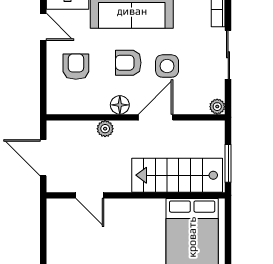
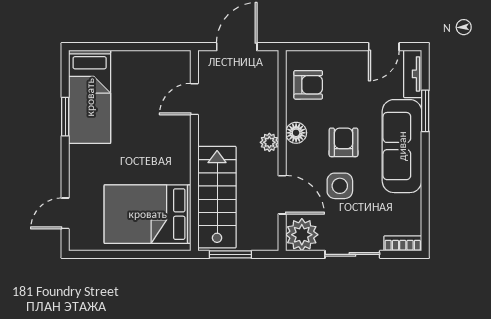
armchair: (76, 67) -> (308, 85), moved
plant: (217, 107) -> (302, 235), width x1.87, depth x1.87
door: (156, 117) -> (282, 195), moved
plant: (105, 129) -> (269, 142), moved

